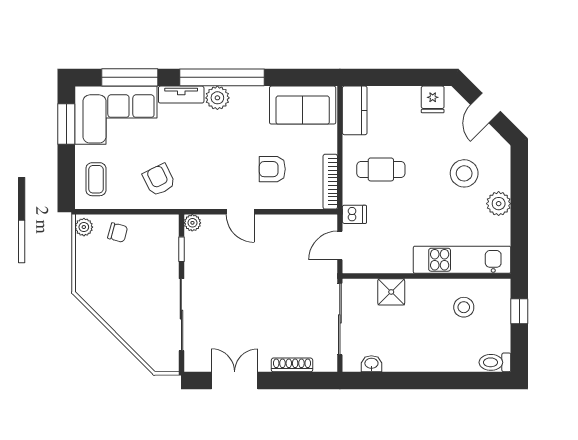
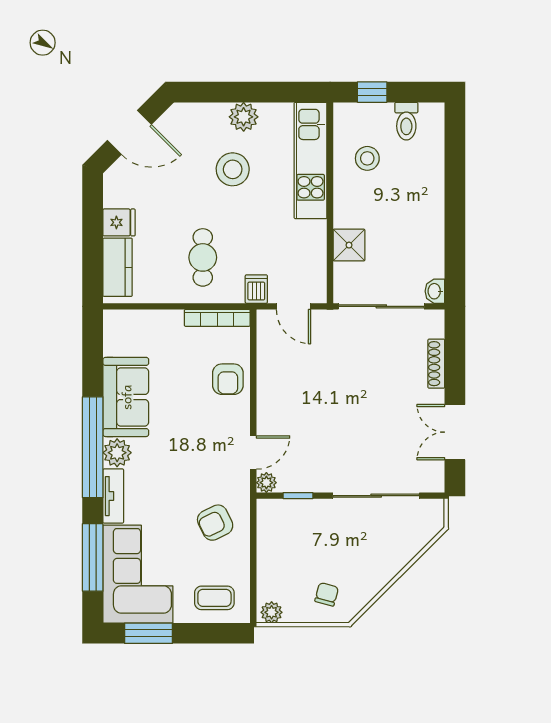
fridge: (433, 99) -> (119, 222), moved
sofa: (303, 105) -> (126, 397), moved
door: (485, 108) -> (129, 132), width x1.38
kitchen counter: (355, 110) -> (118, 267), moved, turned 90
armchair: (272, 169) -> (228, 379), moved
stool: (464, 173) -> (233, 169), moved
door: (240, 212) -> (253, 453), moved
chair: (118, 233) -> (327, 594), moved
toilet: (495, 362) -> (406, 121), moved
washbasin: (371, 364) -> (435, 291), moved

